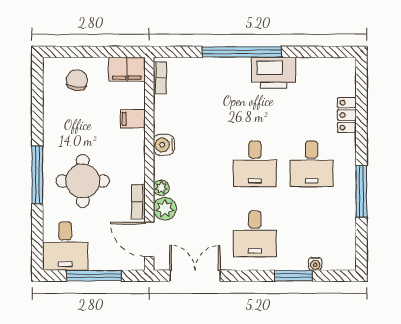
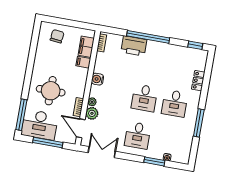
window: (330, 52) -> (195, 45), added
filing cabinet: (127, 69) -> (86, 47), moved, turned 90
printer: (274, 73) -> (134, 46), moved
window: (37, 175) -> (21, 115), moved
desk: (65, 246) -> (40, 125), width x1.37

